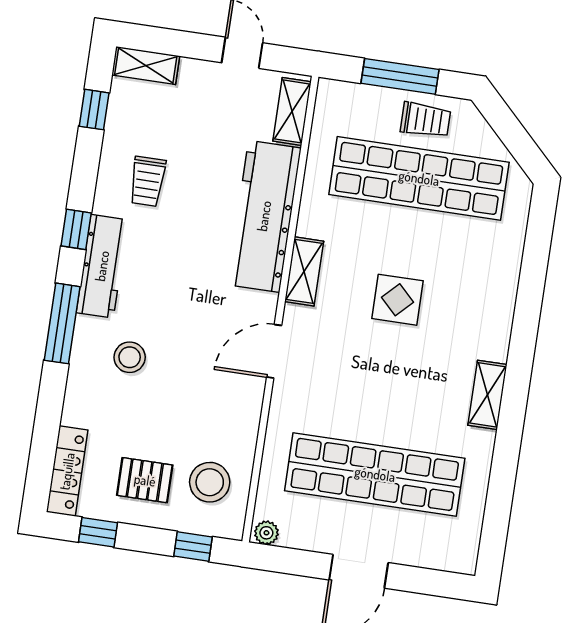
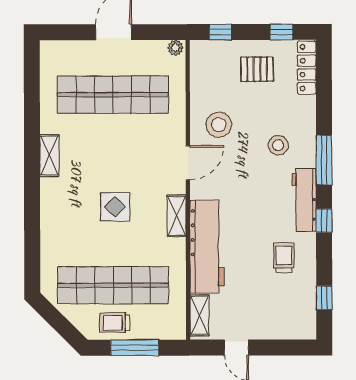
shelving: (146, 65) -> (296, 330), removed
stool: (210, 482) -> (219, 125), moved

